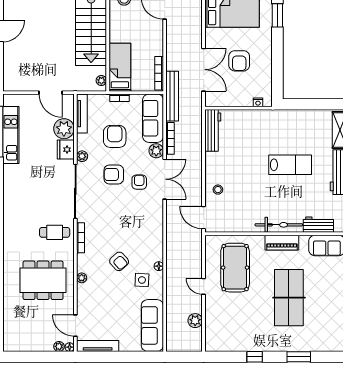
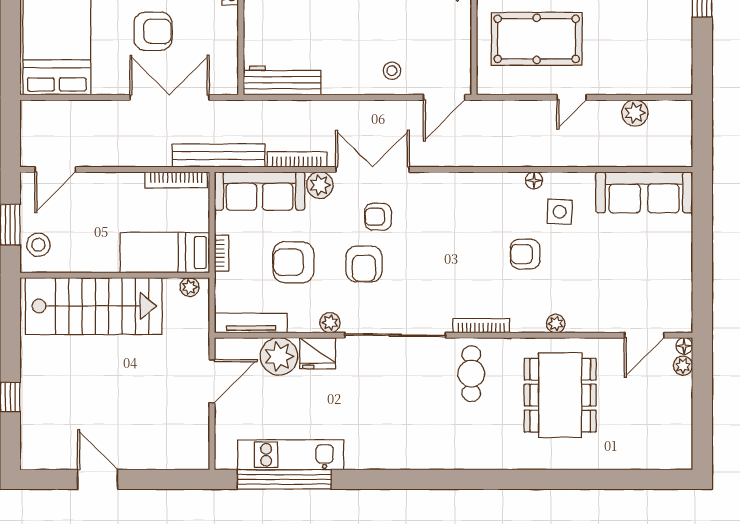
armchair: (119, 261) -> (525, 254), turned -138
tv unit: (98, 346) -> (682, 294), removed

